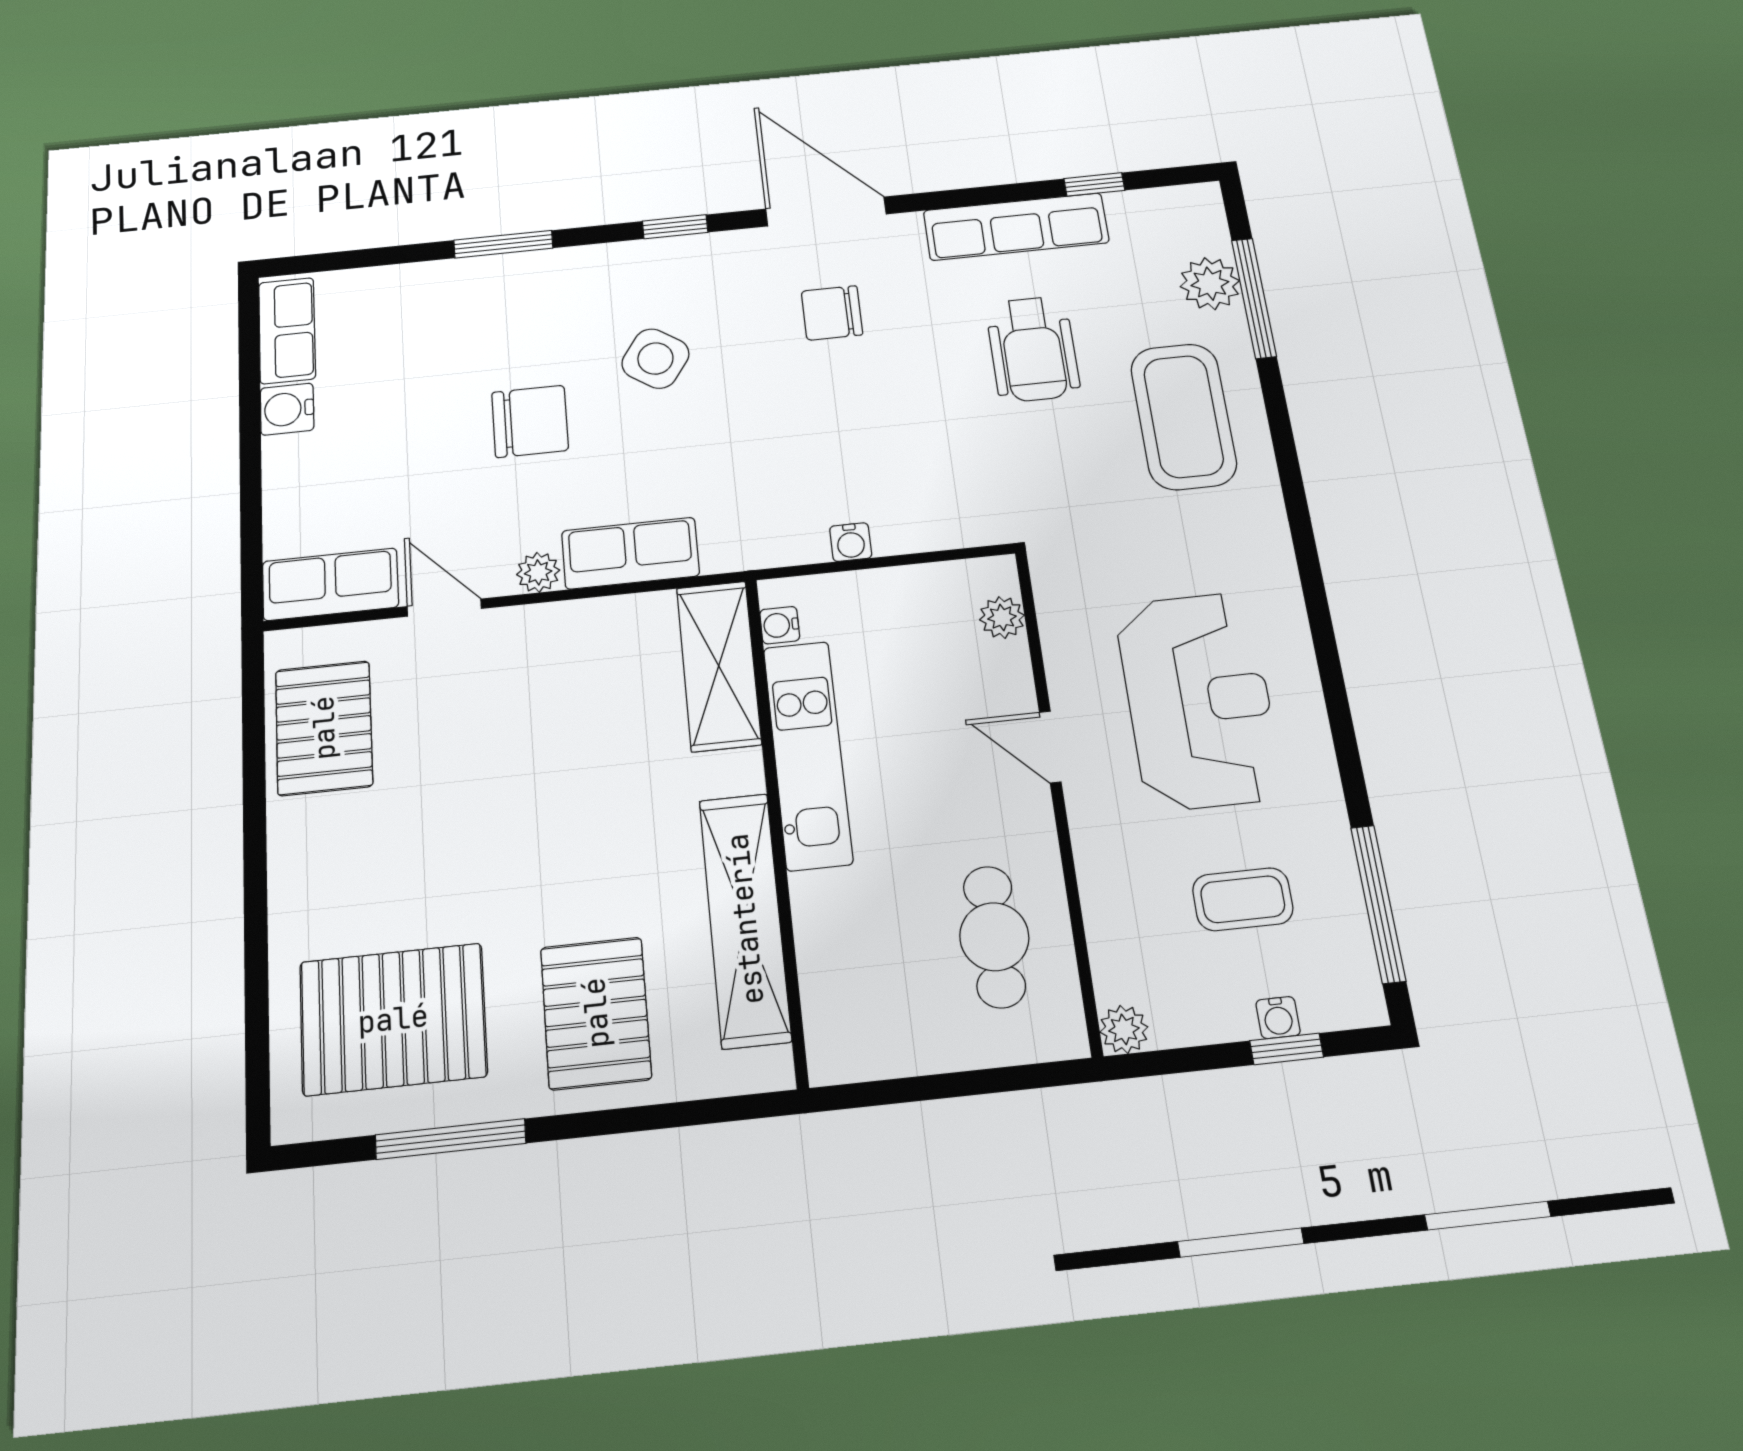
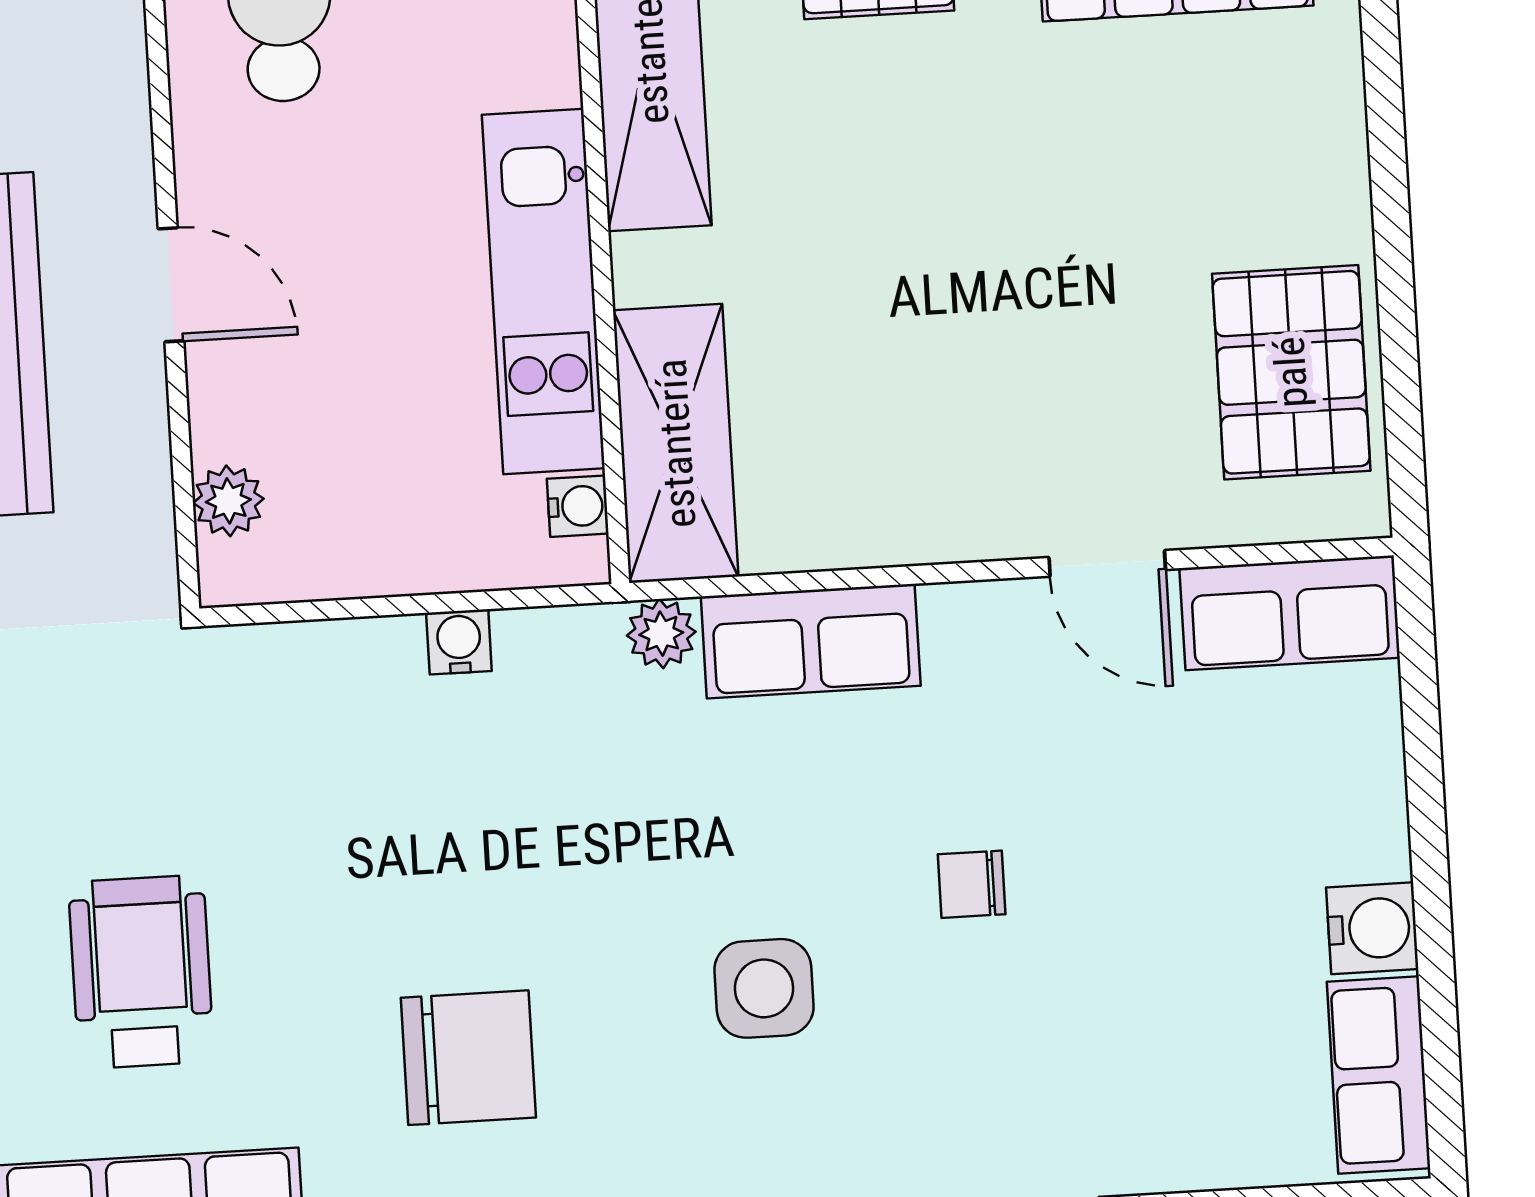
chair: (832, 313) -> (468, 1058), width x1.37, depth x1.37
side table: (655, 359) -> (764, 988), turned -34
chair: (530, 421) -> (972, 884), width x0.54, depth x0.54
plant: (538, 572) -> (661, 634), moved

